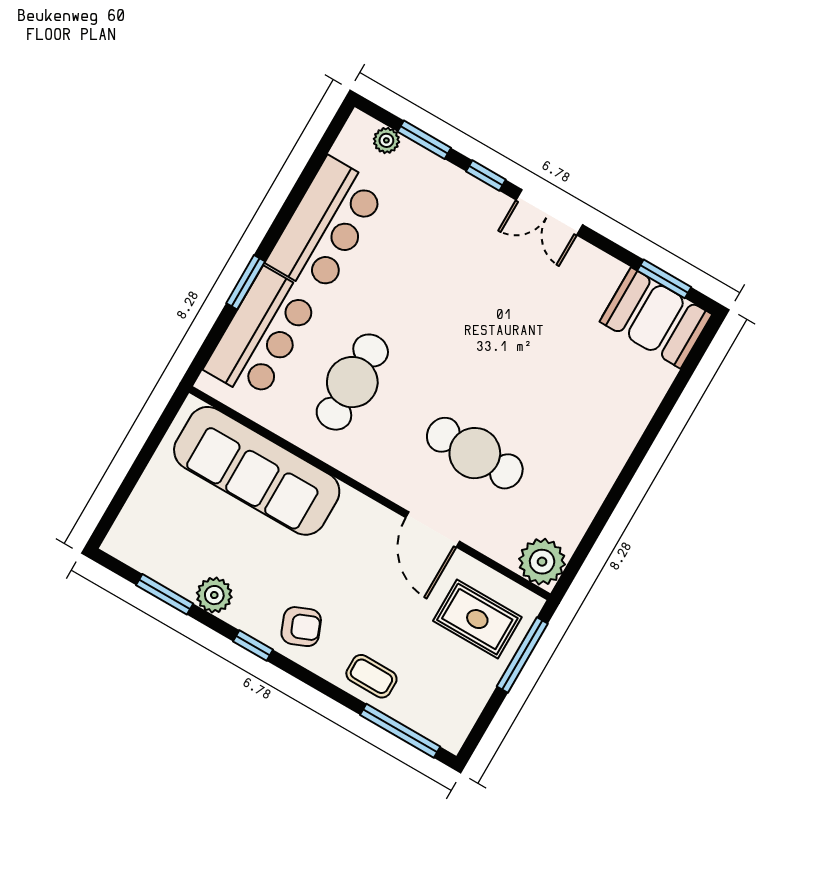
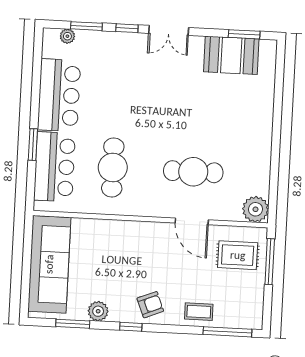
booth: (656, 318) -> (231, 55), moved
sofa: (257, 471) -> (49, 264), moved, turned -90

